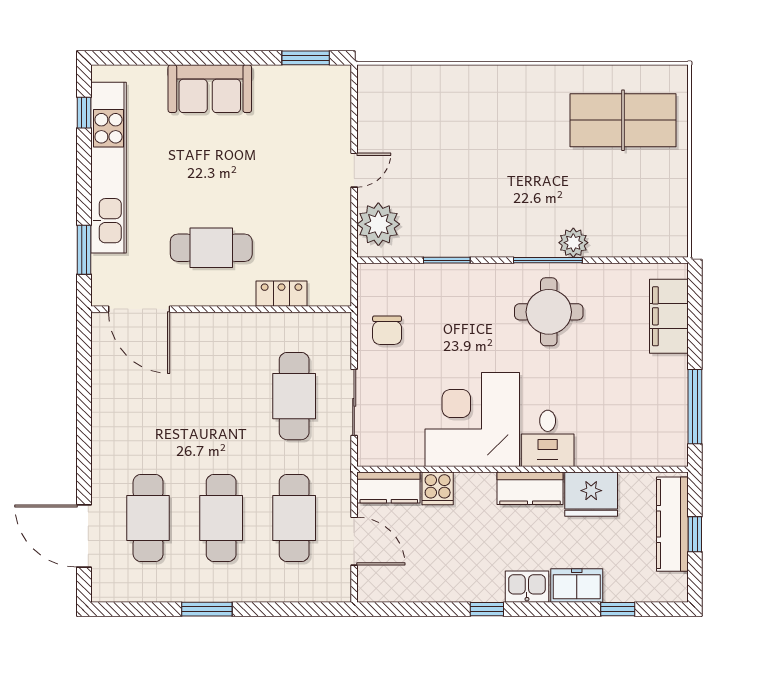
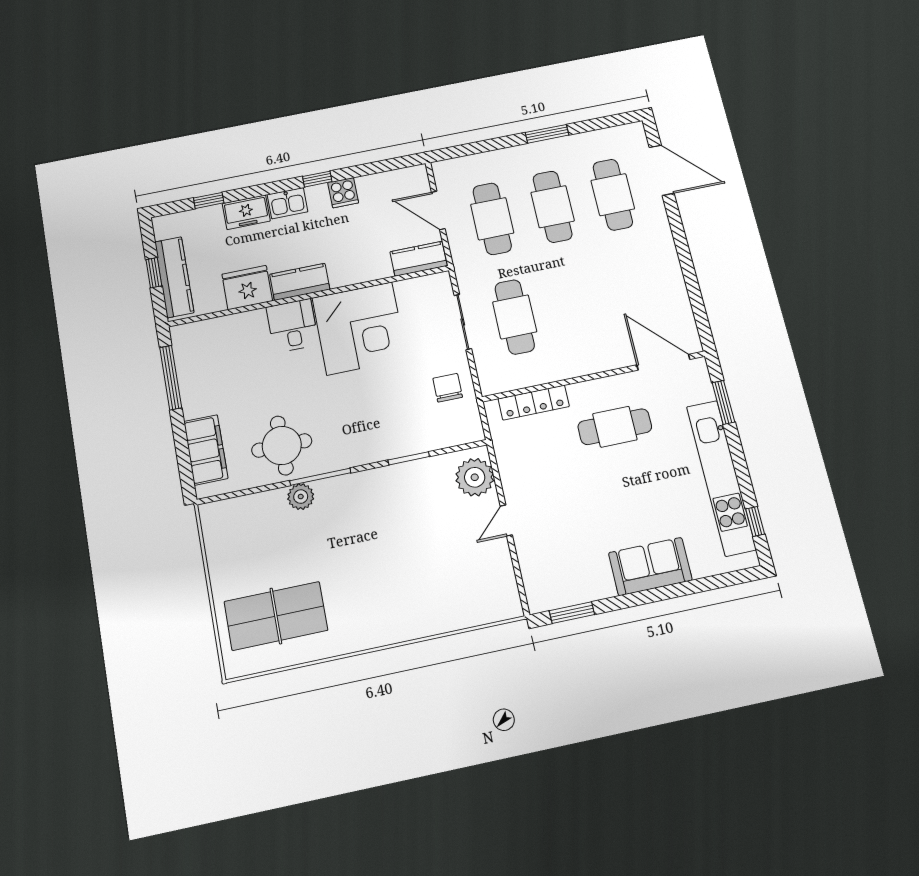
locker: (282, 294) -> (534, 403), width x1.53
round table: (549, 312) -> (282, 445), moved
cooker: (438, 488) -> (343, 193), moved, turned 180

